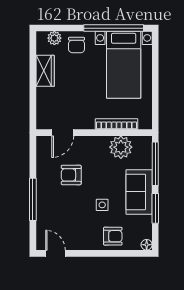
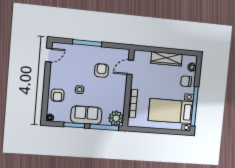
wardrobe: (45, 71) -> (167, 59), width x1.50
door: (63, 133) -> (130, 67), hinge flipped
plant: (121, 147) -> (116, 118), moved

